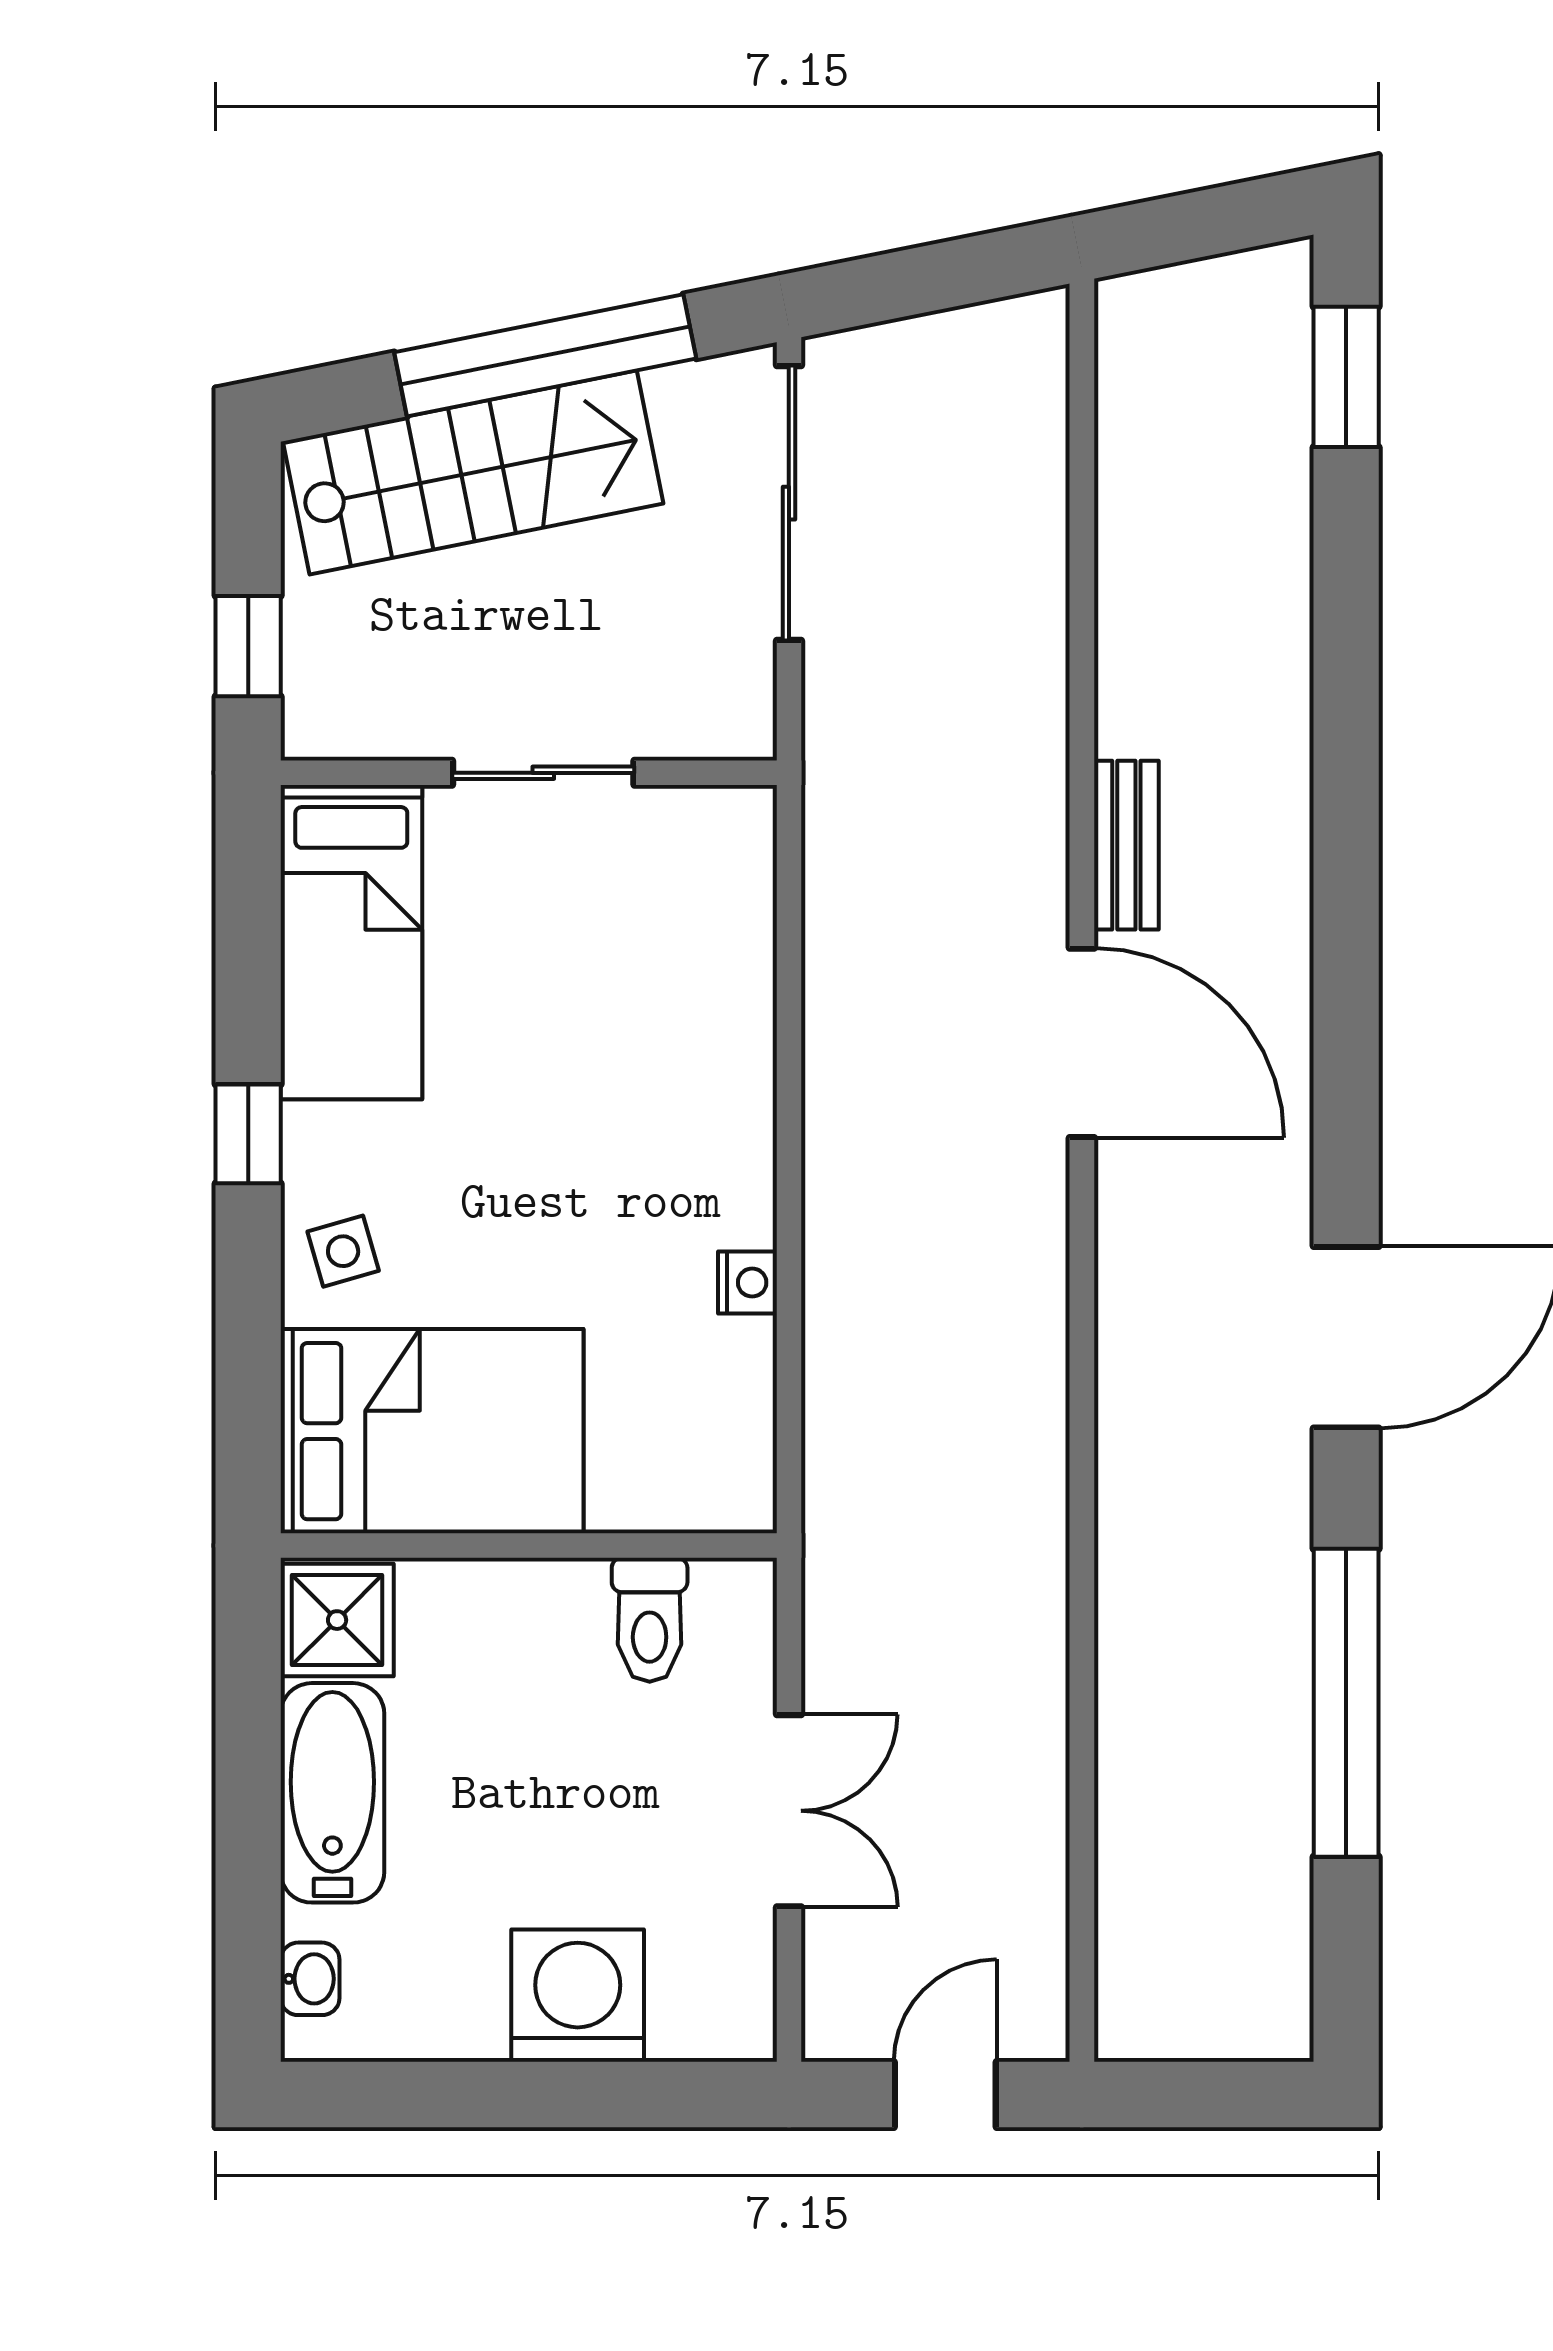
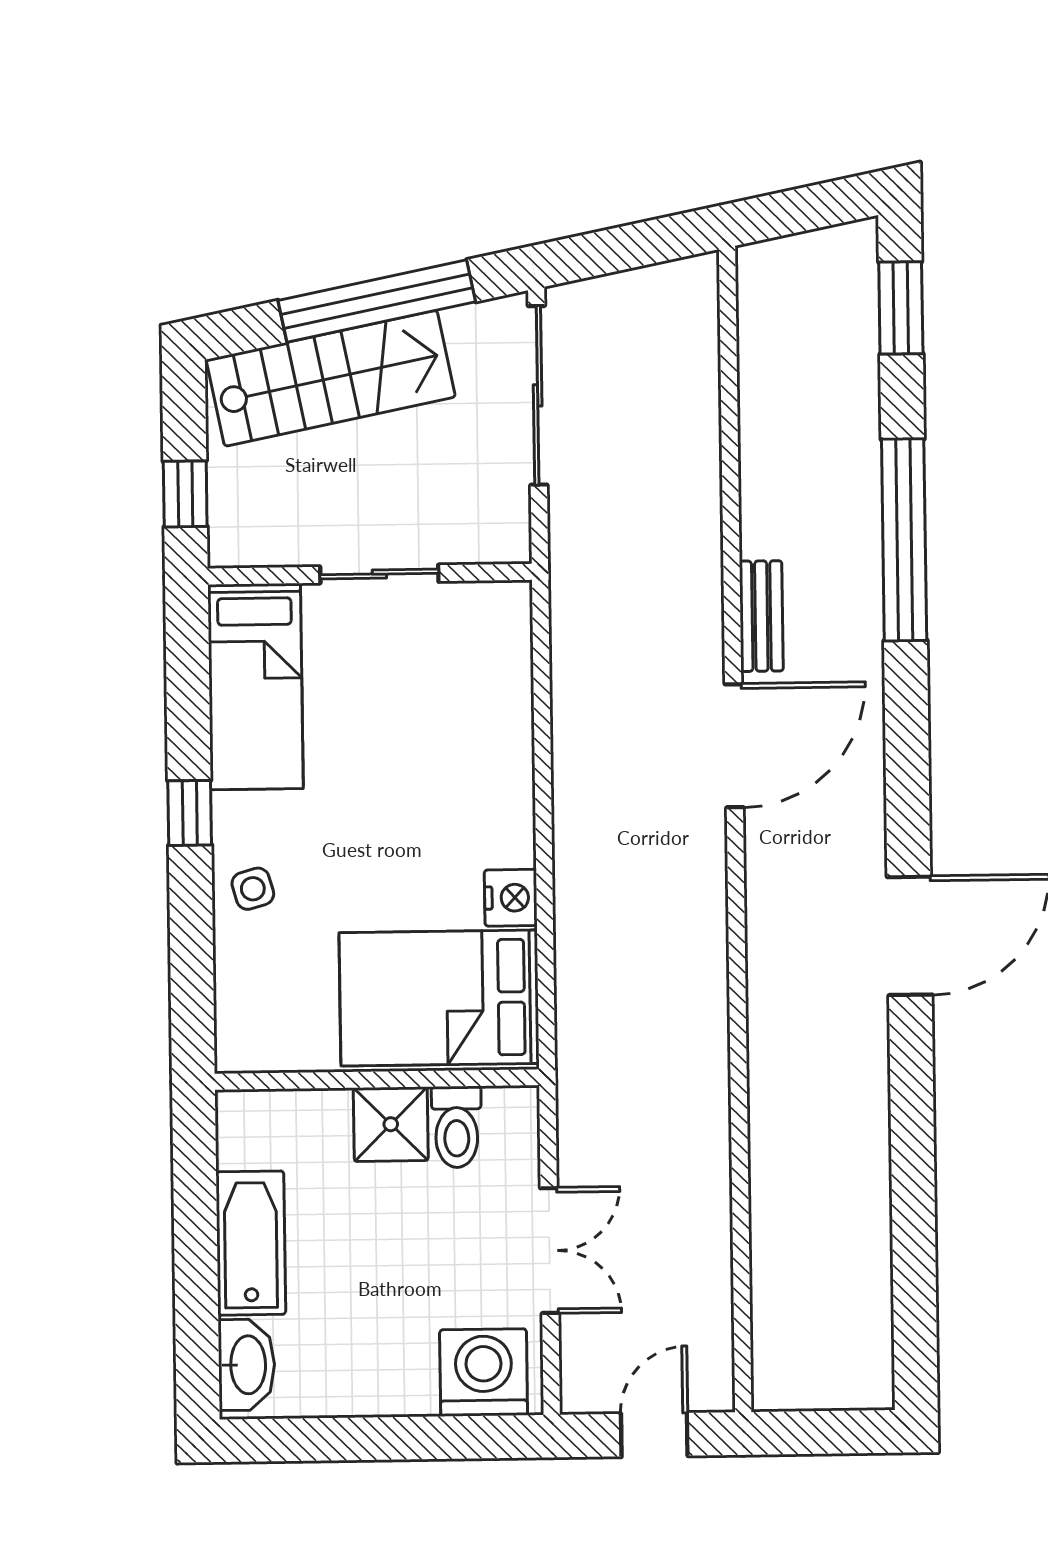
door: (1082, 1043) -> (734, 746), hinge flipped
nightstand: (747, 1283) -> (511, 898), width x1.39, depth x1.35
bed: (432, 1431) -> (439, 998), moved, turned 180
shower: (337, 1620) -> (391, 1124), moved
window: (1346, 1703) -> (904, 540), moved
washbasin: (310, 1979) -> (246, 1365), width x1.91, depth x1.45
washing machine: (578, 1996) -> (484, 1372), moved

